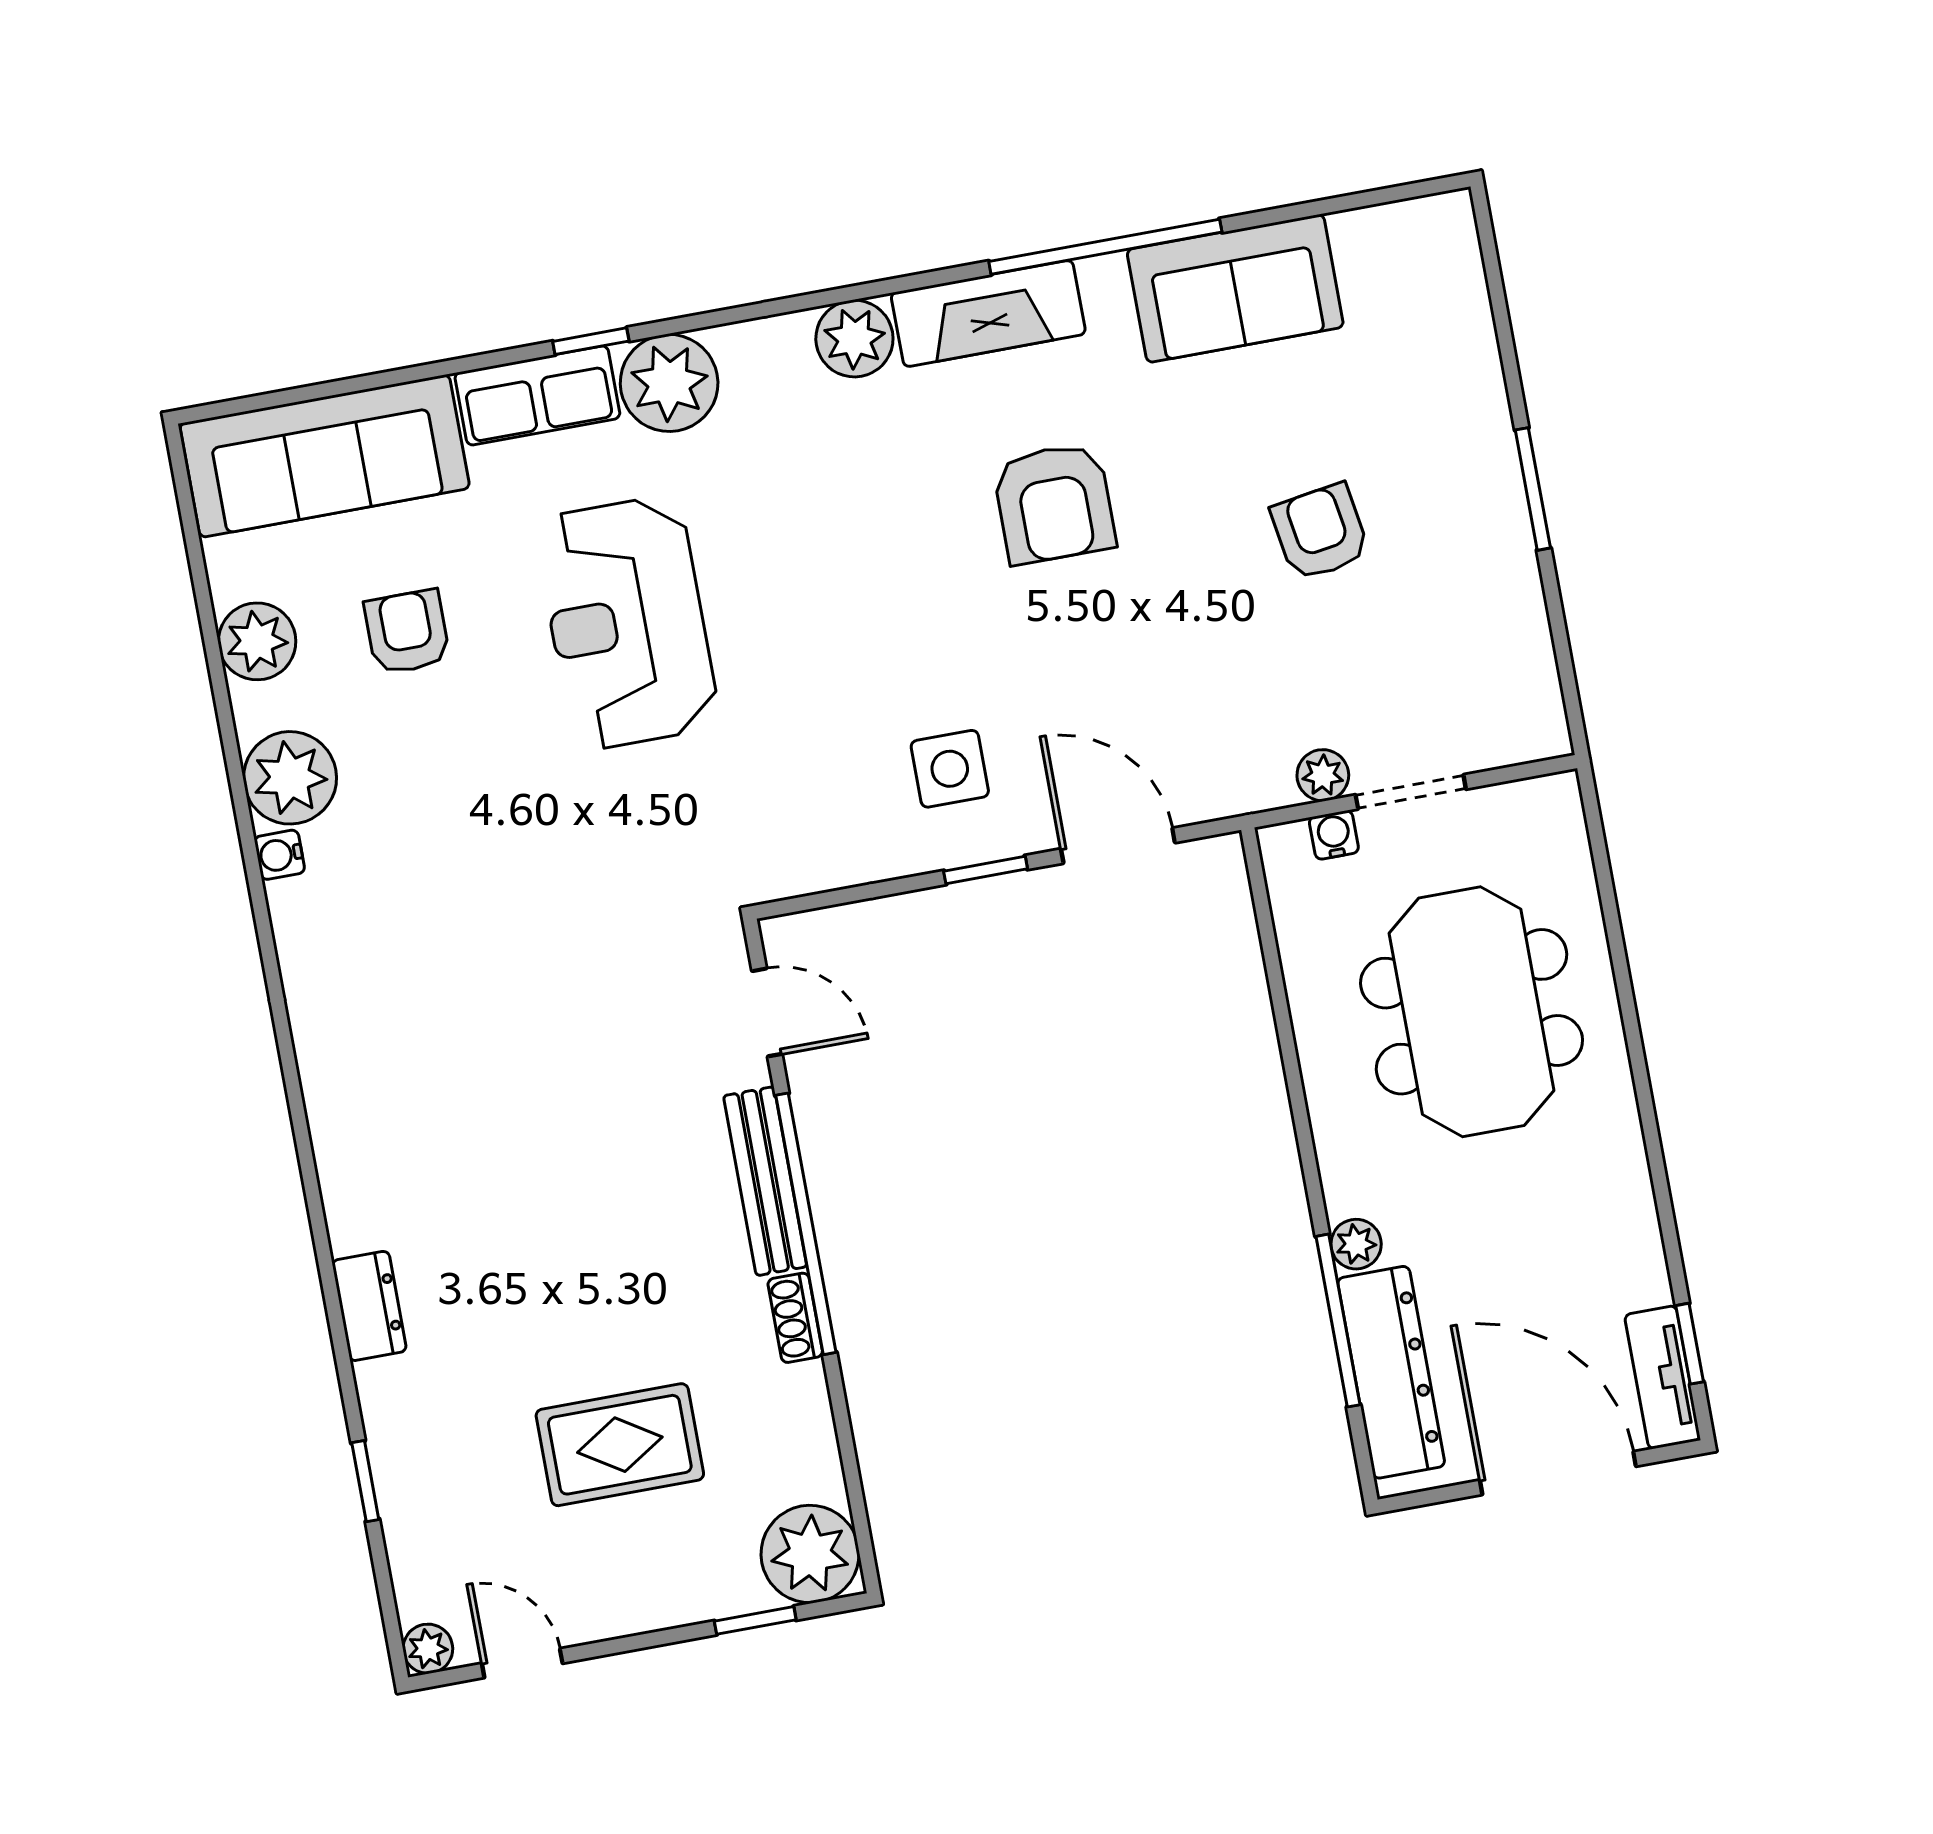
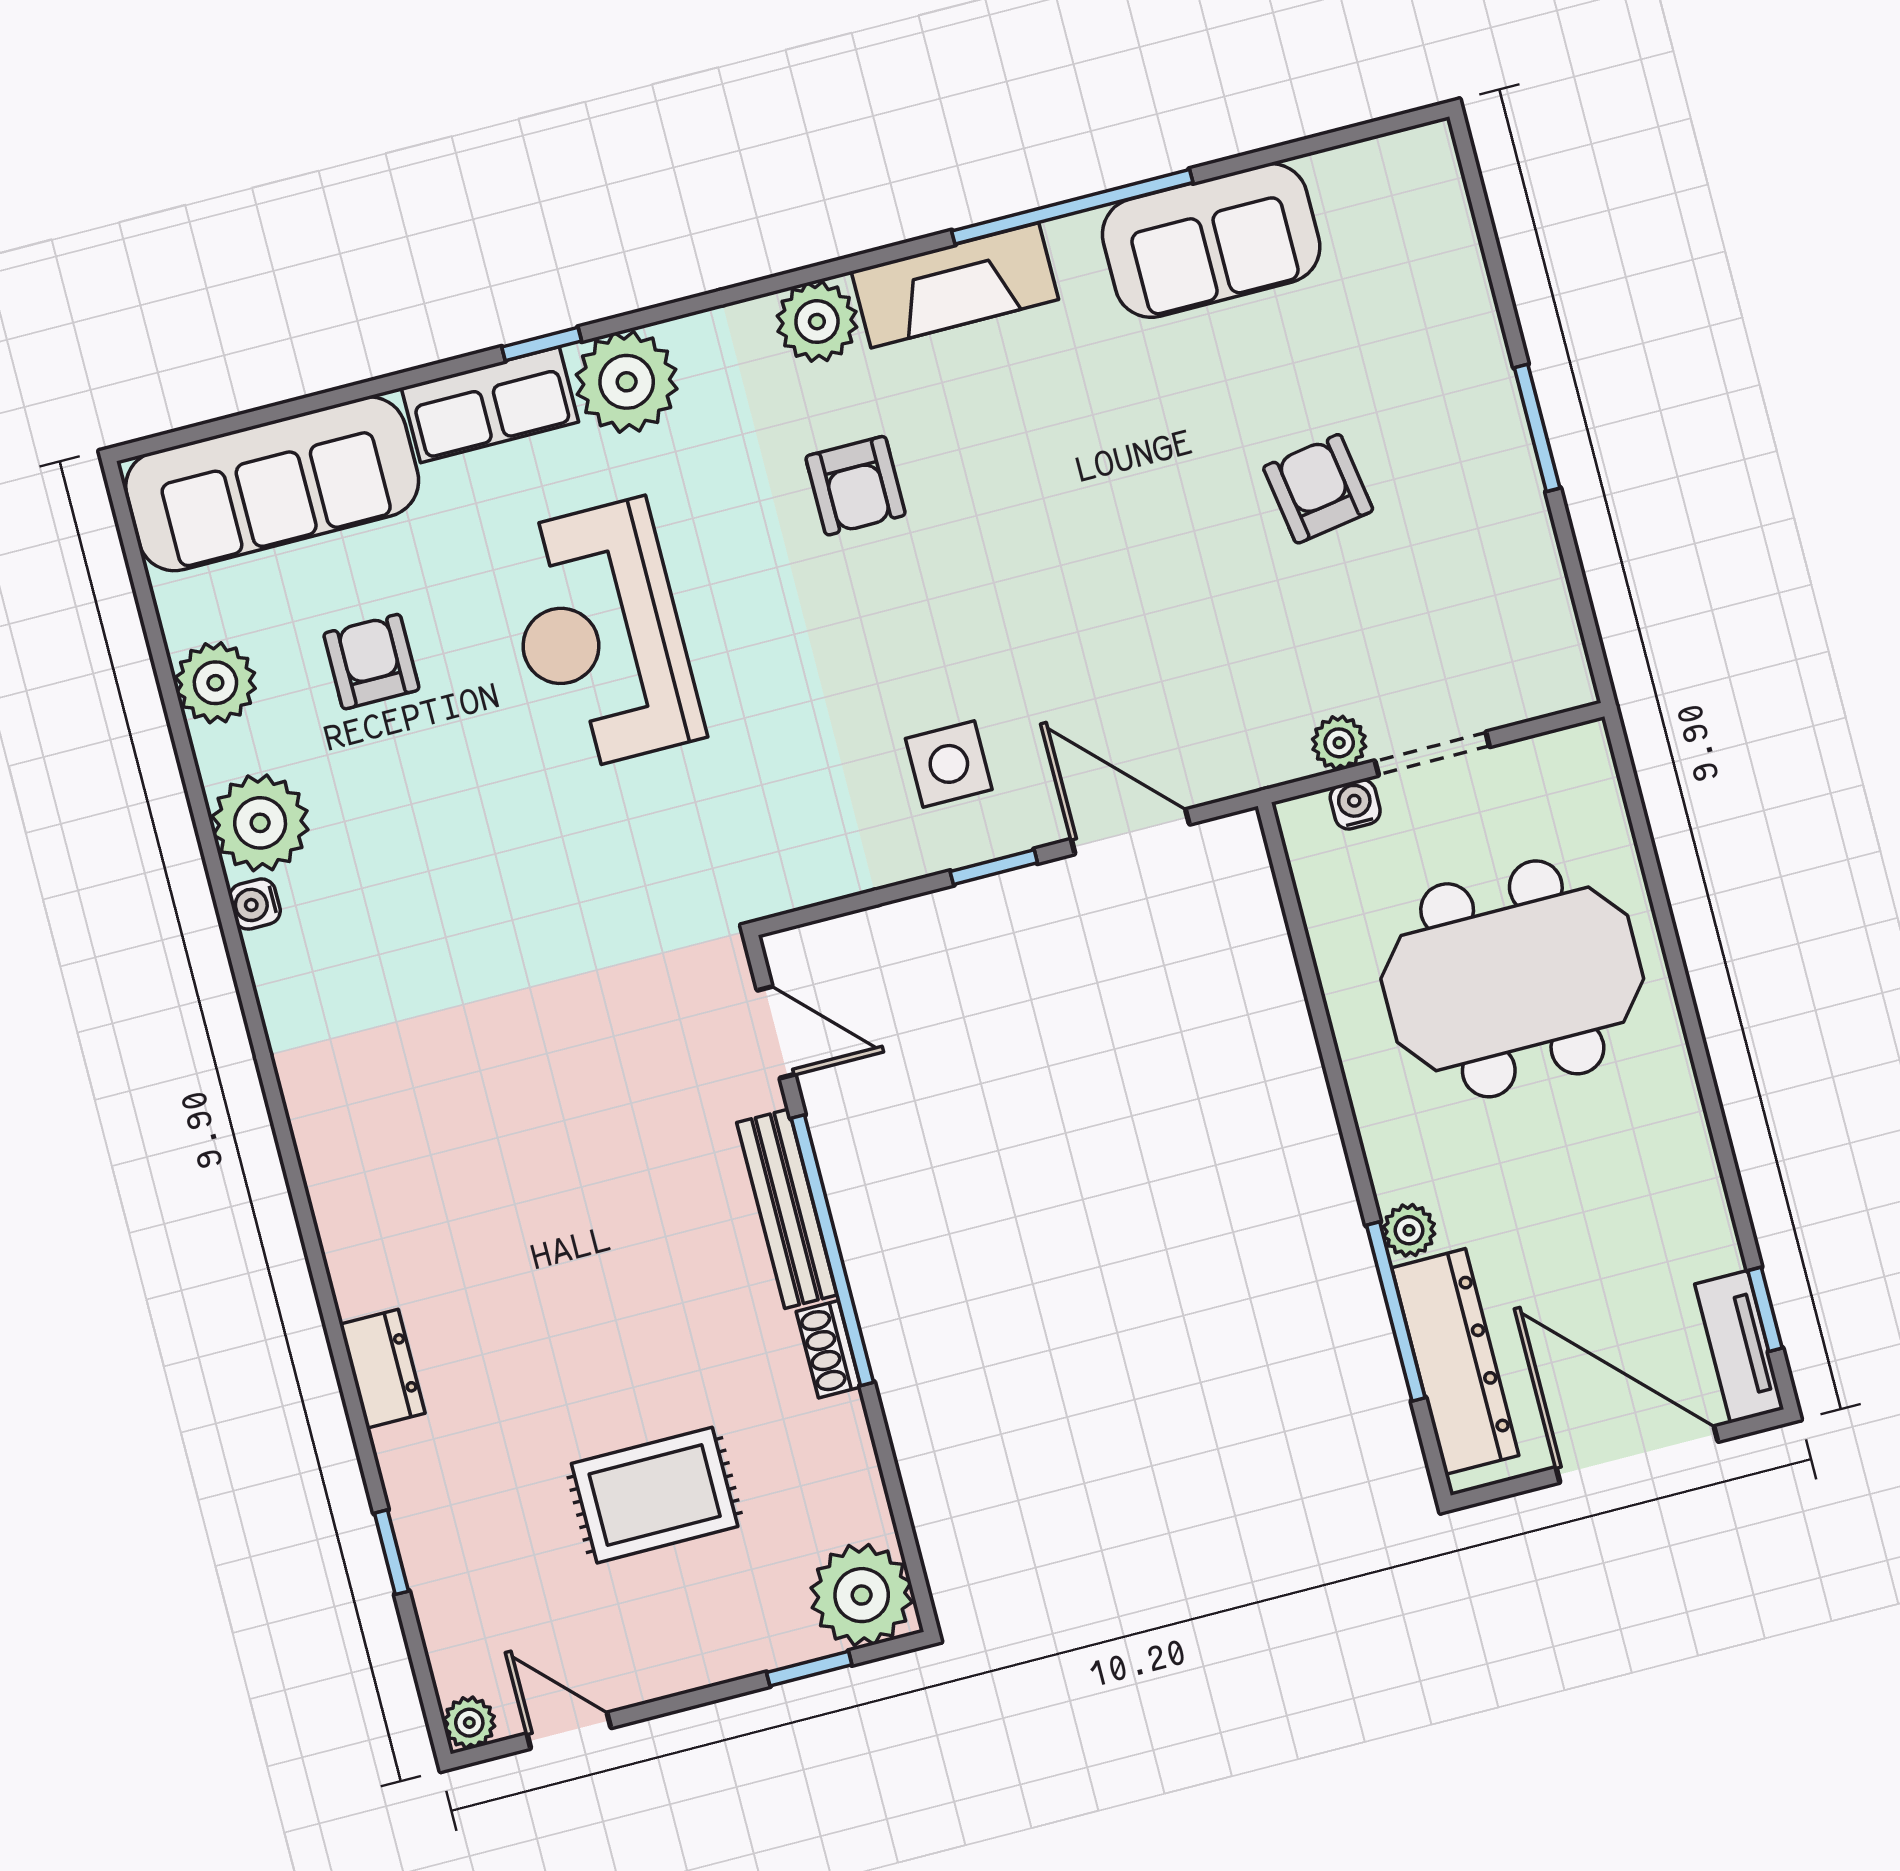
armchair: (1054, 503) -> (856, 486), moved, width x0.72, depth x0.72
meeting table: (1472, 1012) -> (1512, 979), turned 90

